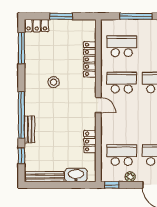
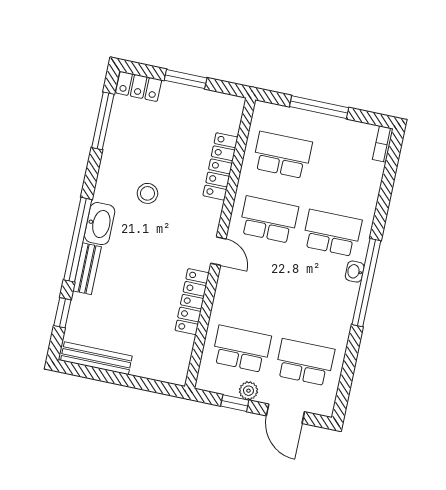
locker: (90, 141) -> (192, 302), width x1.53
washbasin: (76, 175) -> (100, 224), moved, turned 90
window: (112, 185) -> (235, 403), moved

